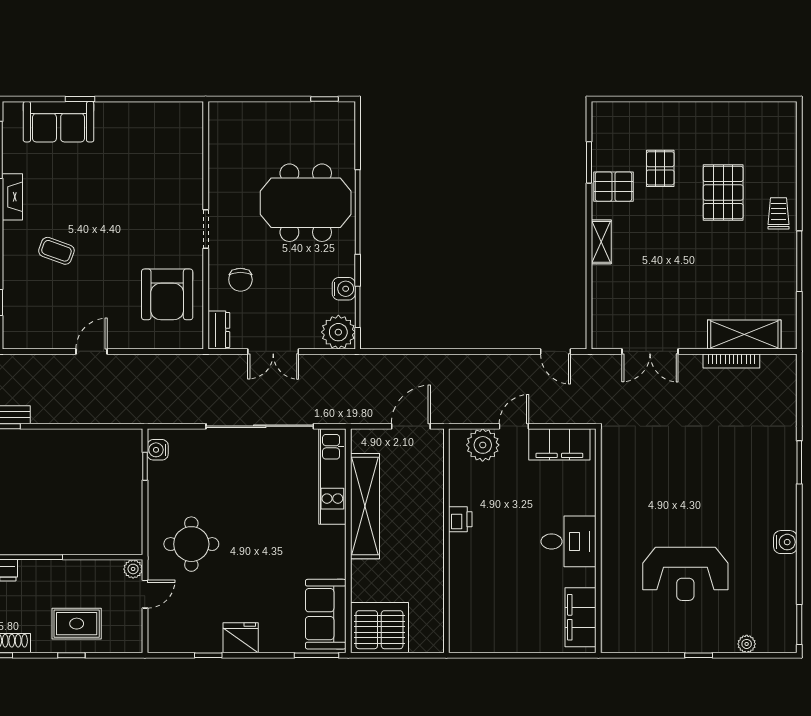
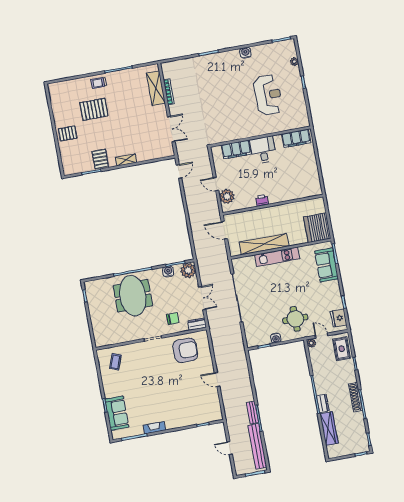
pallet: (660, 168) -> (68, 133), moved
coffee table: (56, 251) -> (115, 362), moved
filing cabinet: (559, 444) -> (236, 149), moved, turned 90
water cooler: (158, 450) -> (276, 338), moved
kitchen unit: (332, 477) -> (277, 257), moved
sofa: (326, 614) -> (326, 265), moved, turned 90
rug: (77, 624) -> (342, 349), moved
fridge: (241, 638) -> (339, 318), moved

